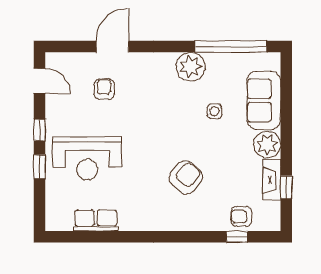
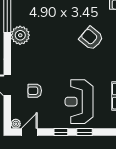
plant: (53, 60) -> (16, 124), added
side table: (214, 111) -> (49, 20), removed
reception desk: (87, 158) -> (79, 102), turned 180

